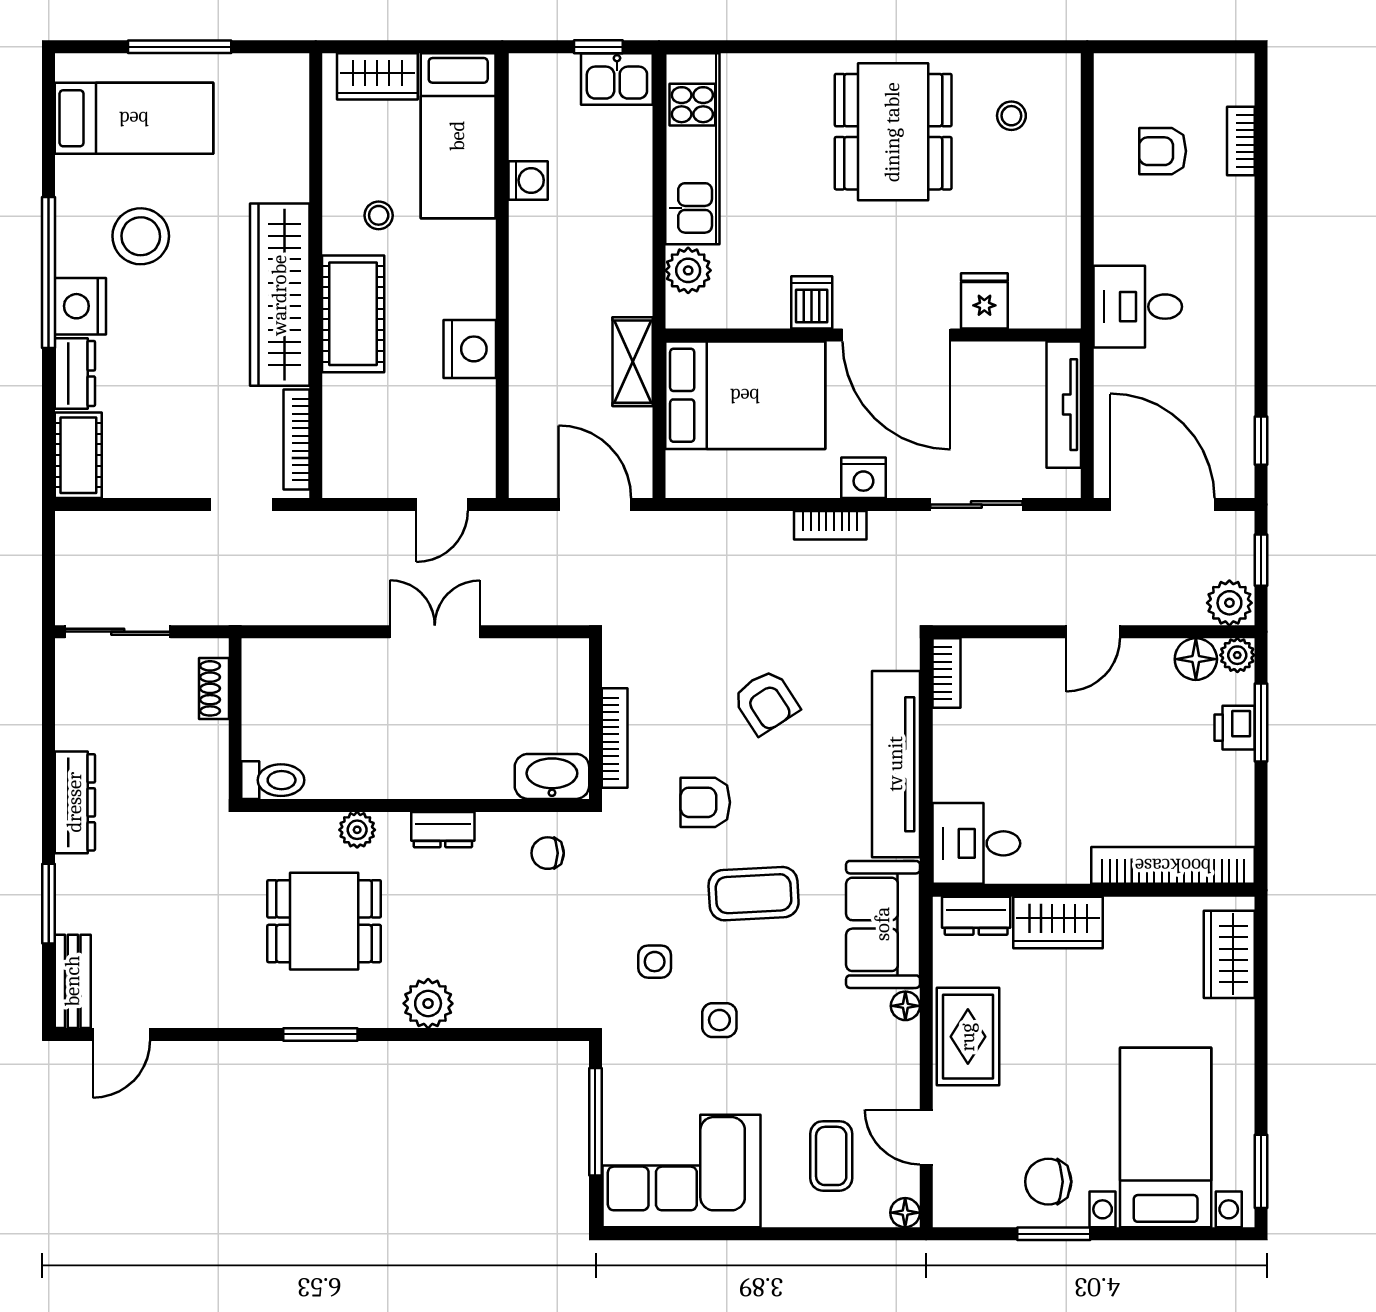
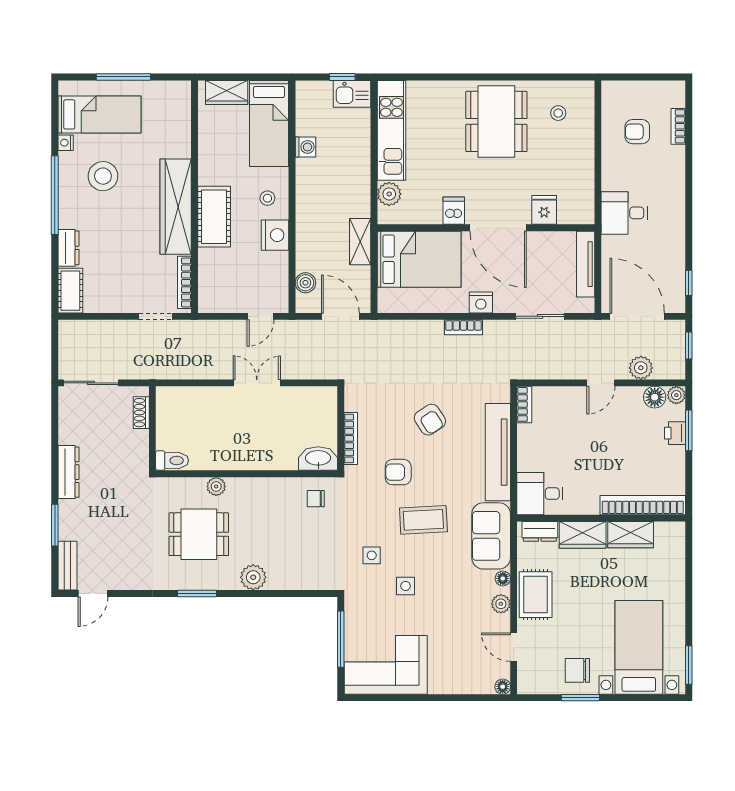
stool: (379, 215) -> (267, 198), moved
nightstand: (80, 306) -> (66, 143), moved, width x0.53, depth x0.56
boiler: (528, 440) -> (305, 283), added
plant: (1229, 603) -> (641, 368), moved
dresser: (443, 830) -> (261, 486), removed
wardrobe: (1229, 954) -> (631, 535), moved, turned -90
plant: (902, 1054) -> (501, 604), added
coffee table: (831, 1156) -> (464, 657), removed

